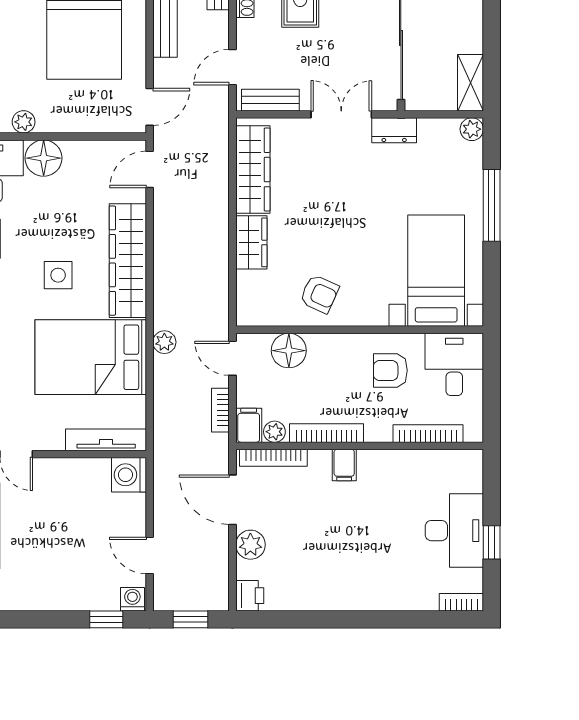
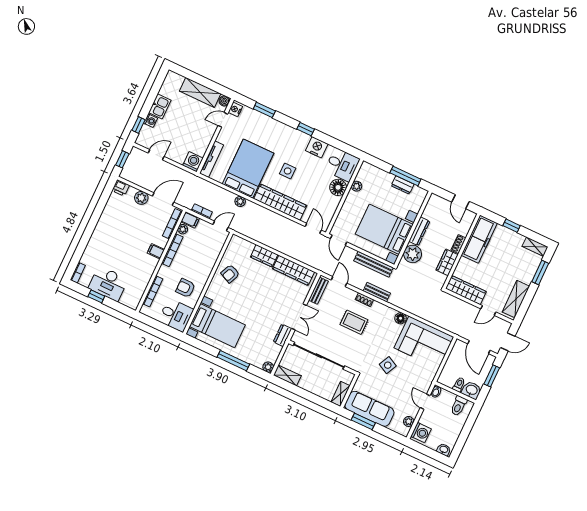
floor lamp: (289, 351) -> (213, 250), removed
armchair: (390, 370) -> (186, 288), turned -90
kitchen sink: (49, 594) -> (160, 106), added
washing machine: (132, 599) -> (150, 121), moved

